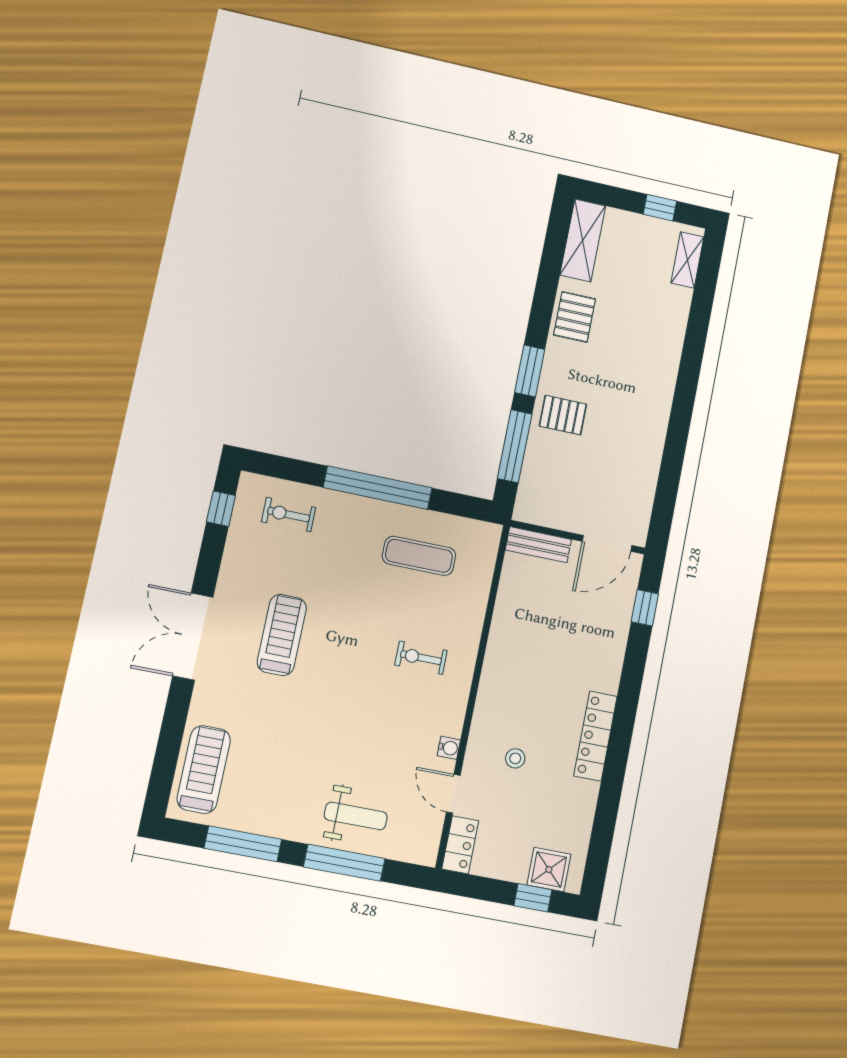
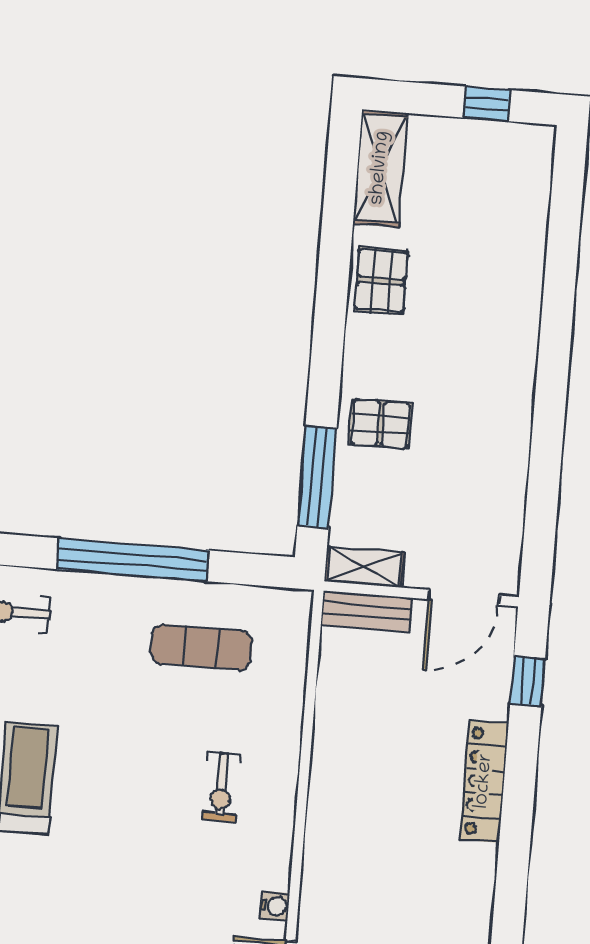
shelving: (687, 260) -> (364, 567), moved, turned 90
window: (530, 371) -> (326, 367), removed
exercise bike: (421, 658) -> (221, 787), turned -90
locker: (595, 736) -> (484, 781), moved
stool: (515, 758) -> (369, 910), removed

